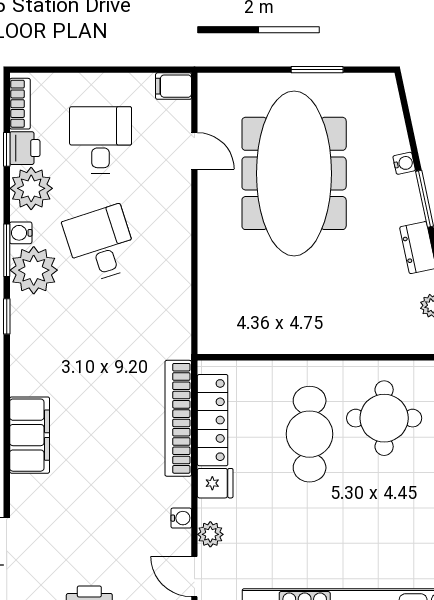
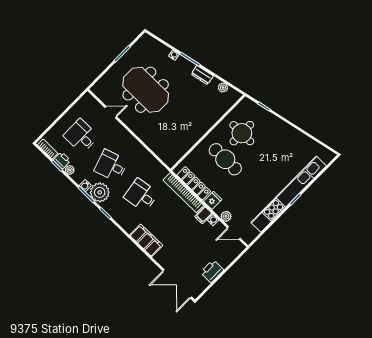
filing cabinet: (174, 86) -> (203, 215), moved
meeting table: (294, 173) -> (146, 90), width x0.73
plant: (31, 188) -> (70, 170), width x0.53, depth x0.53
desk: (101, 348) -> (141, 195), added

